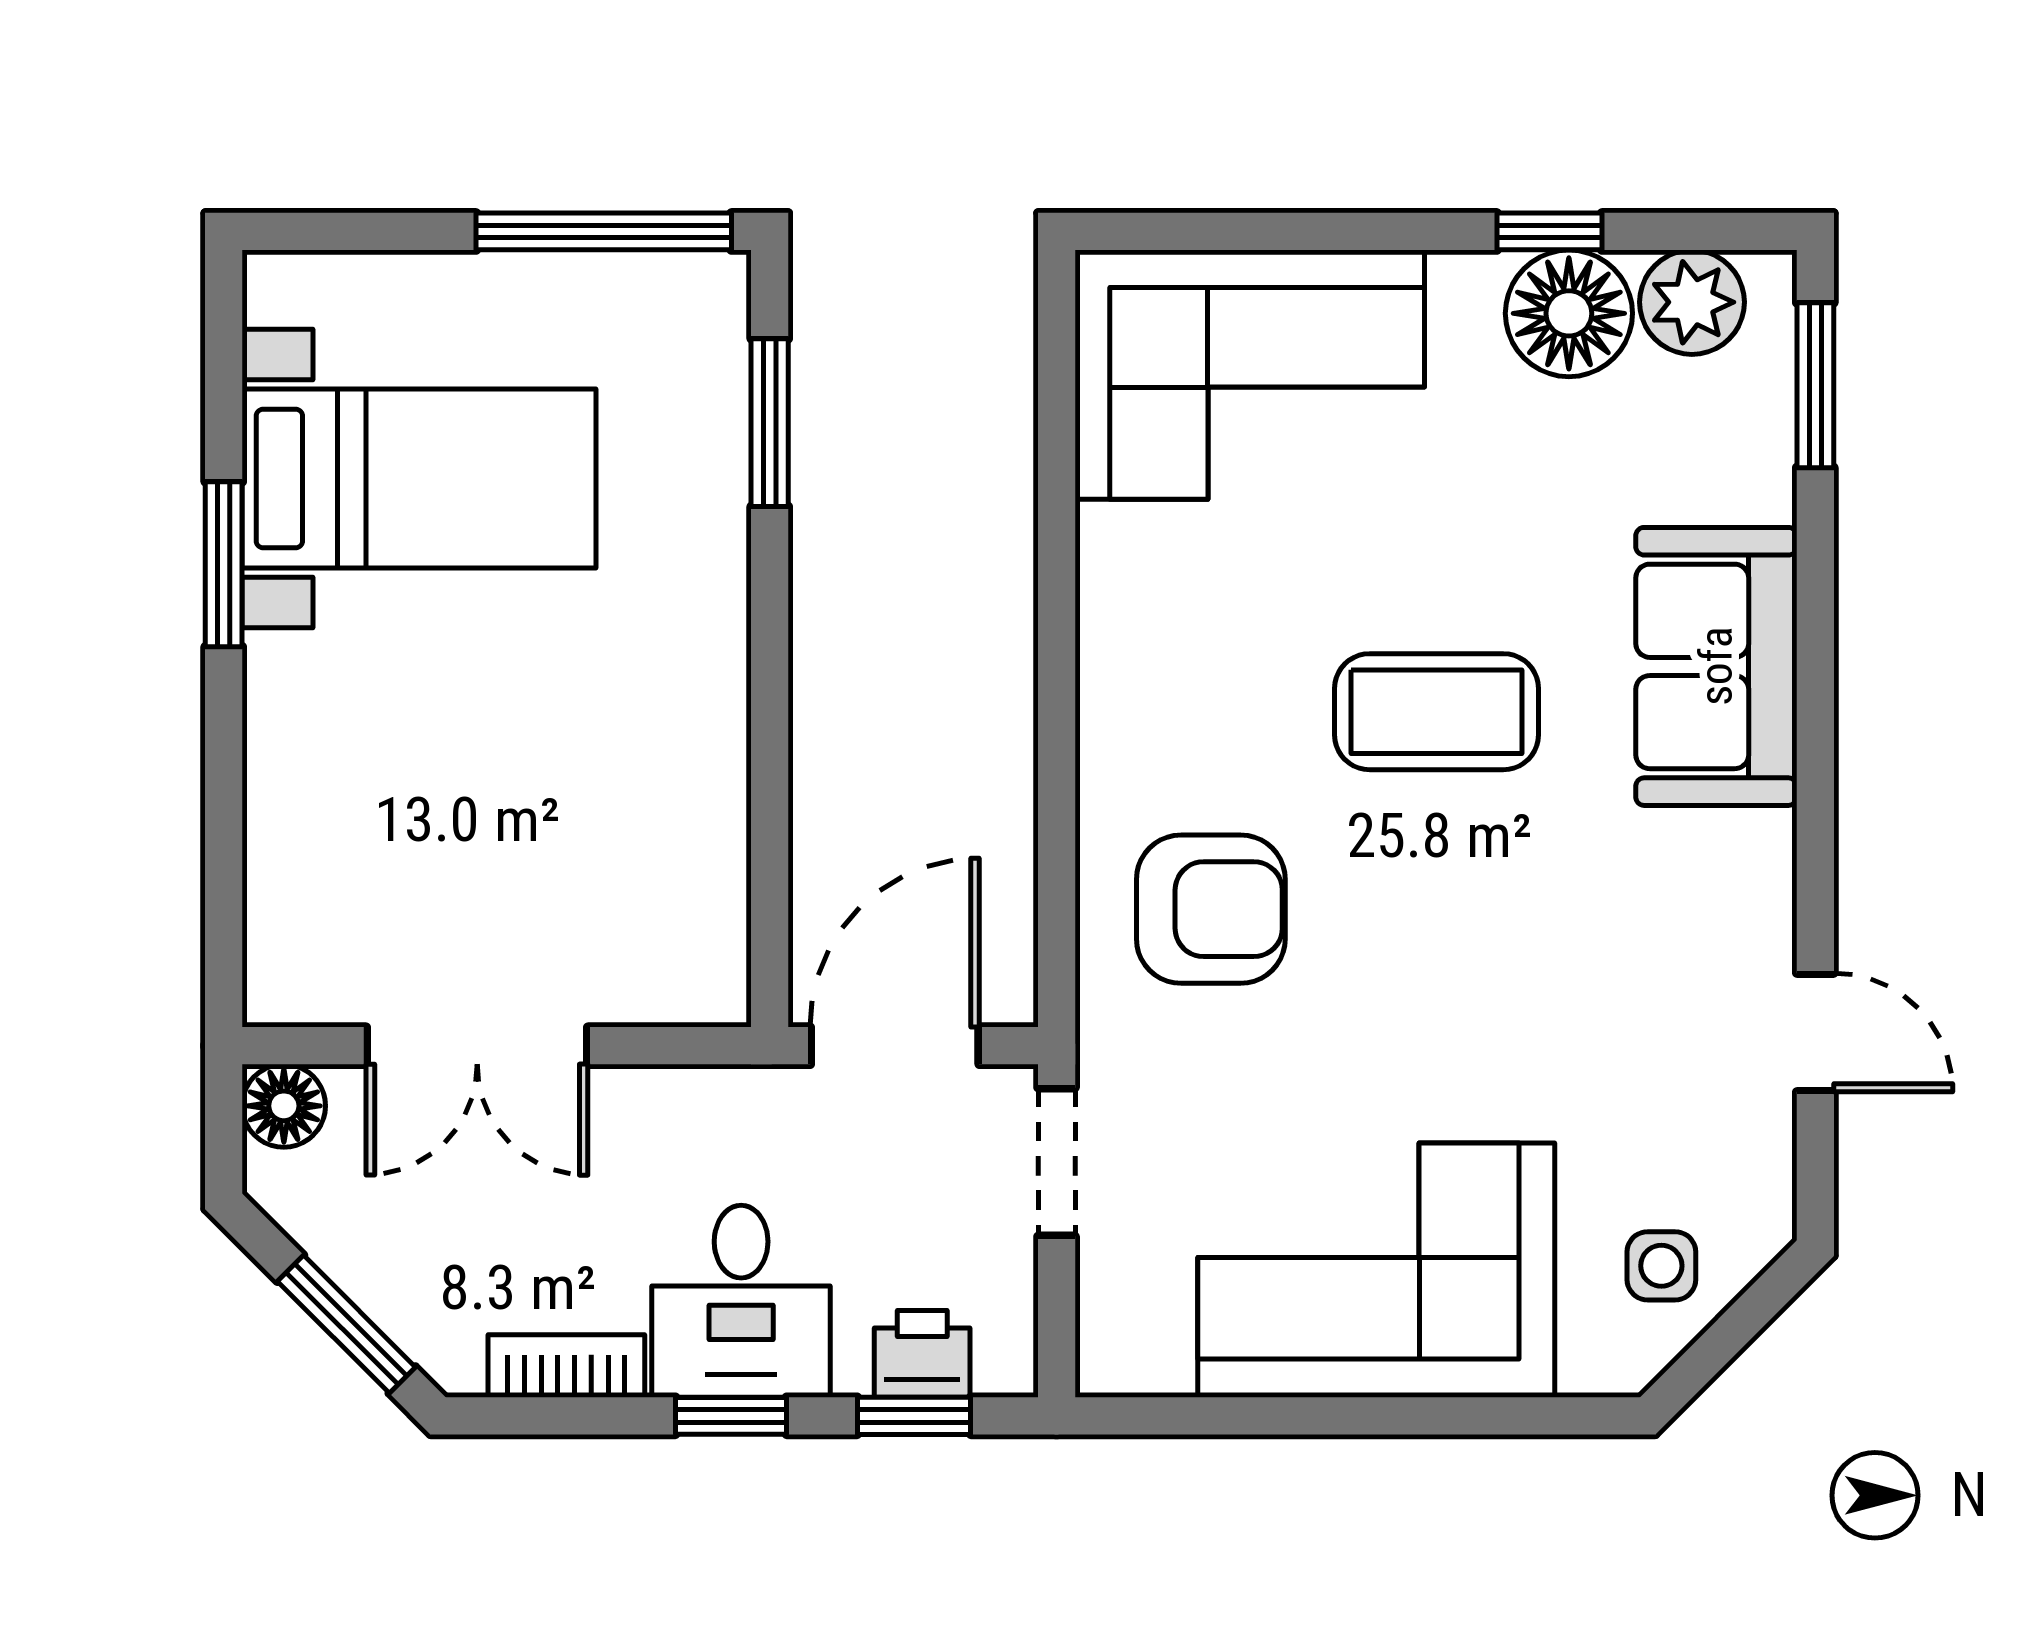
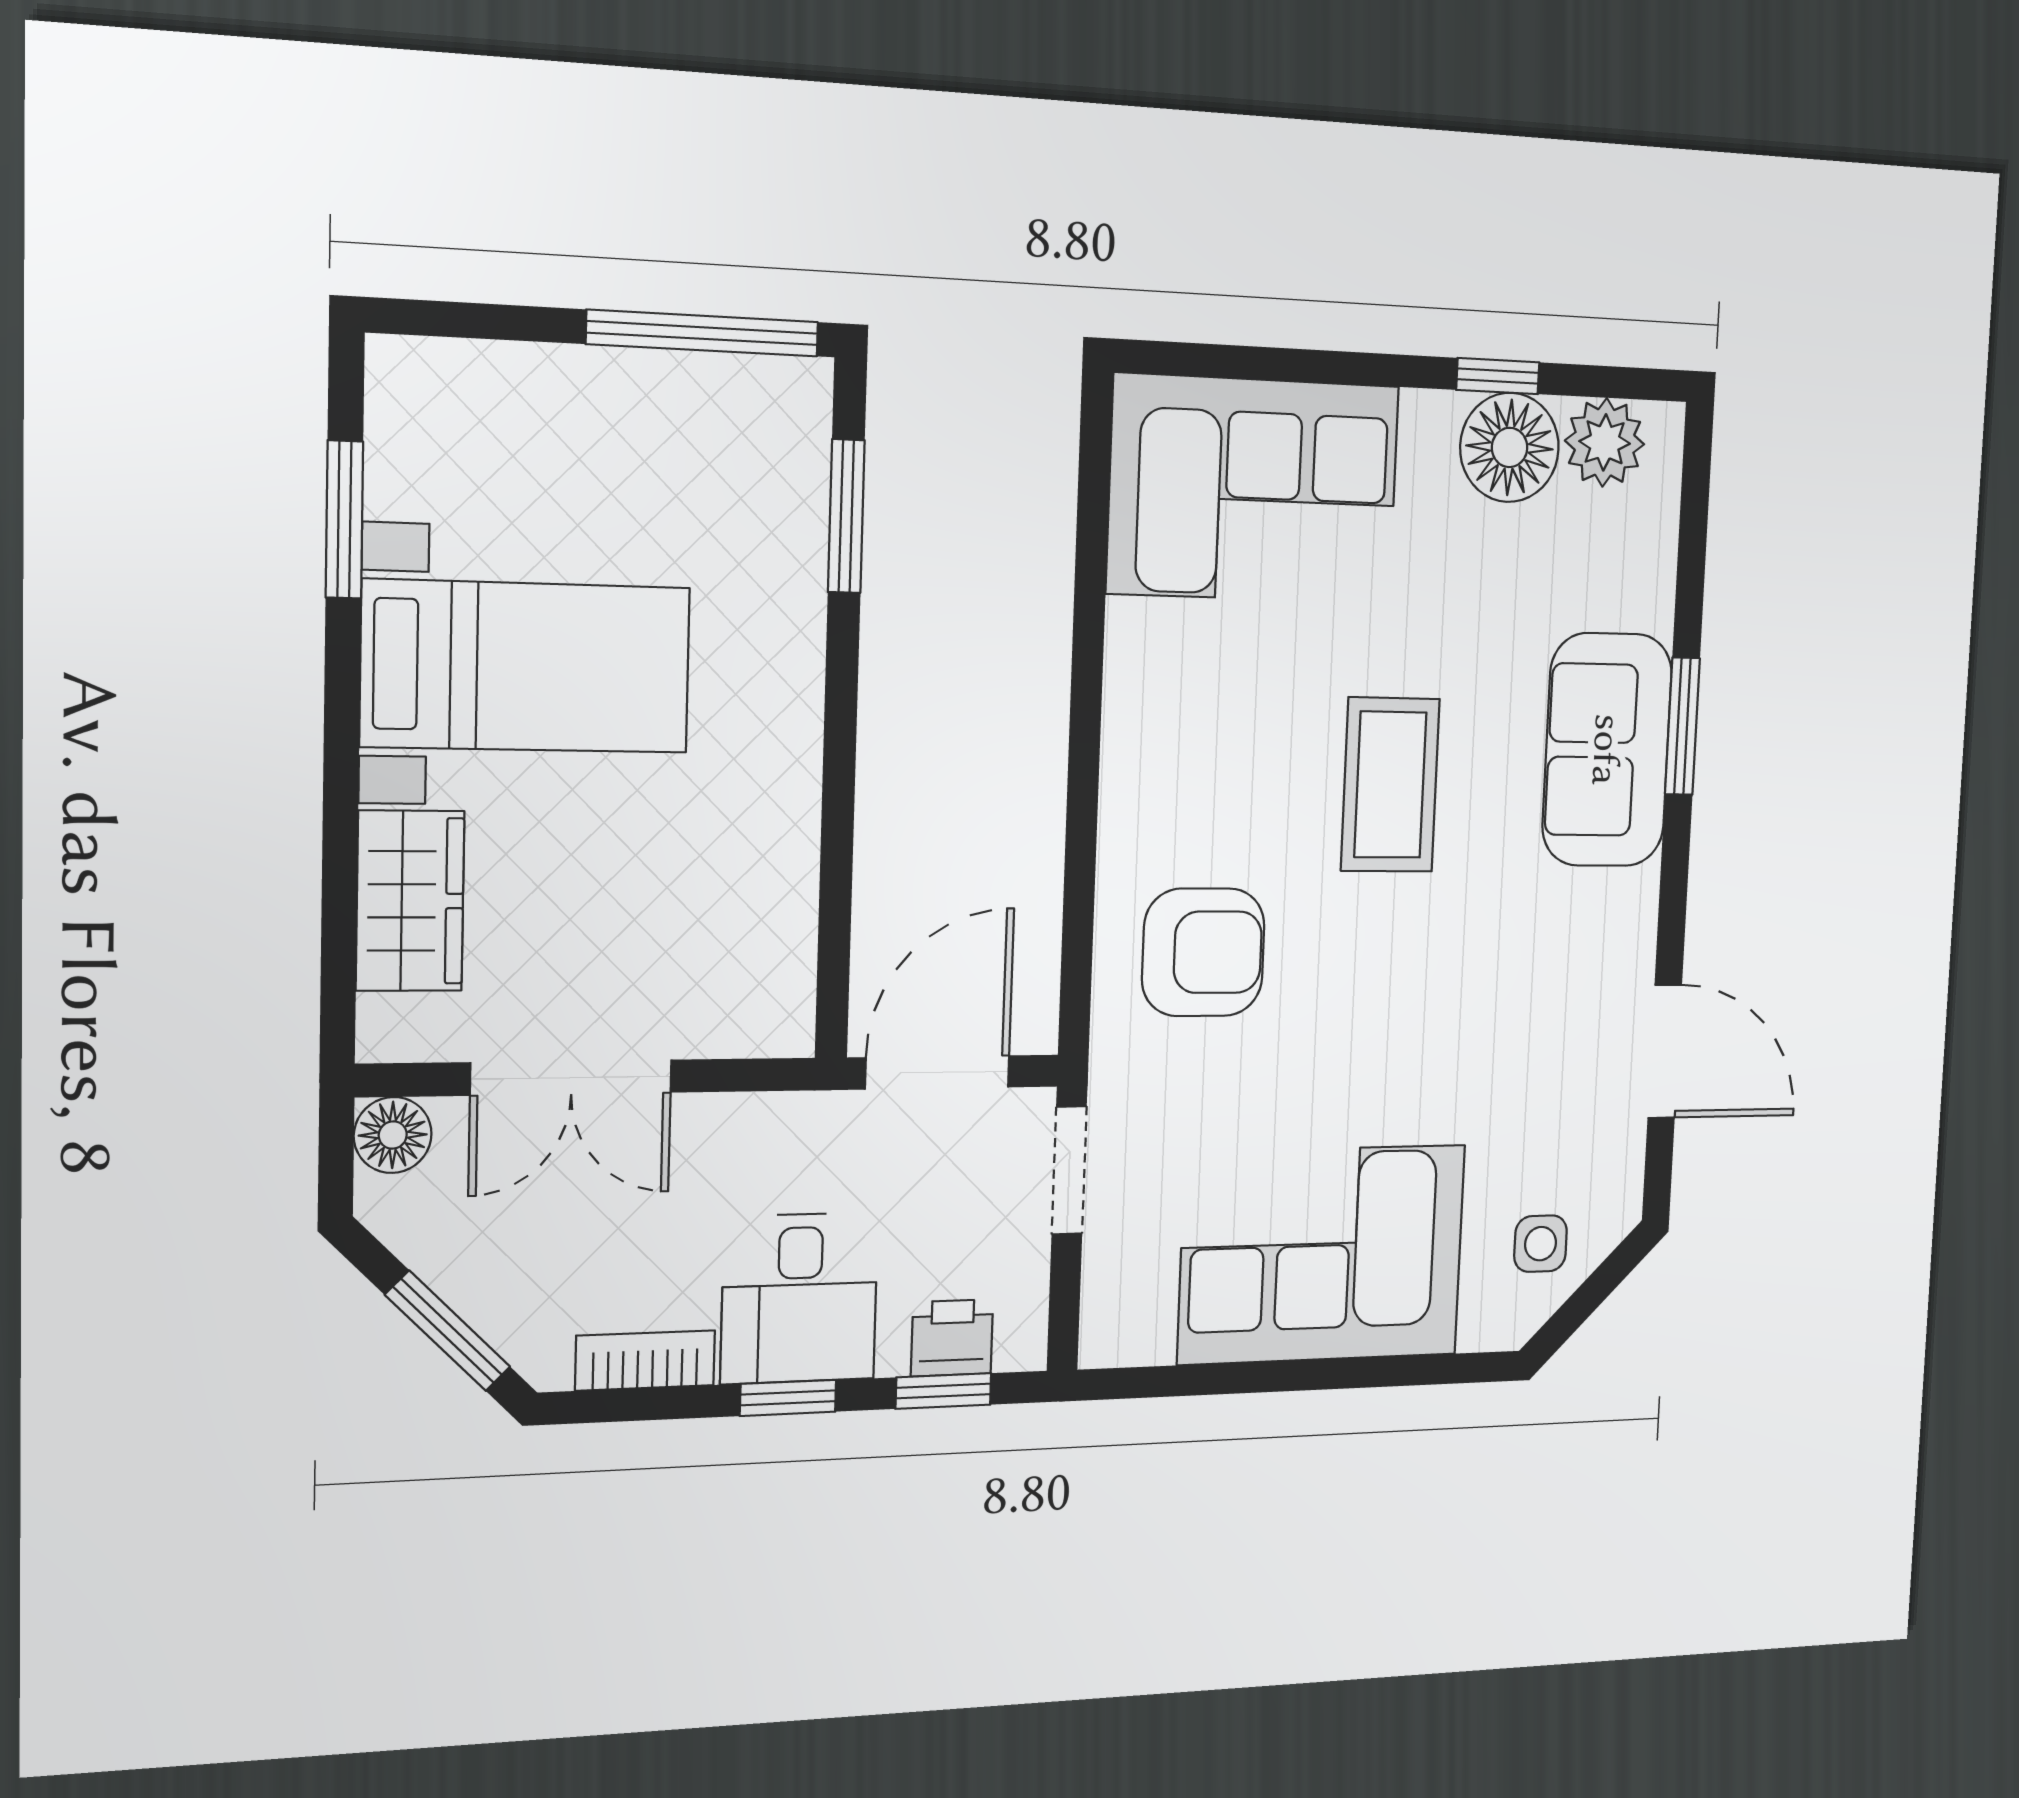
window: (1815, 385) -> (1682, 726), moved
bed with nightstands: (419, 478) -> (526, 667), moved
window: (224, 564) -> (344, 520), moved
coffee table: (1437, 712) -> (1390, 785), turned 90
wardrobe: (299, 851) -> (410, 901), added
door: (1815, 1032) -> (1665, 1051), width x1.38

